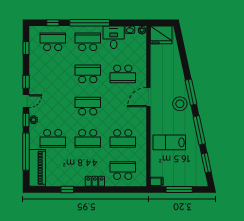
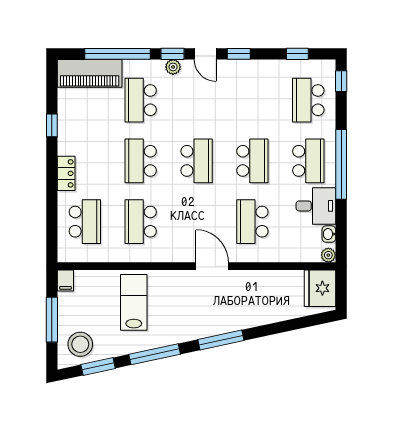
window: (53, 23) -> (341, 81), moved
school desk: (53, 42) -> (308, 100), turned 180
stool: (180, 104) -> (80, 344), moved

